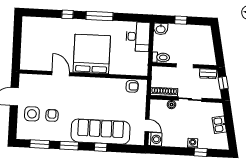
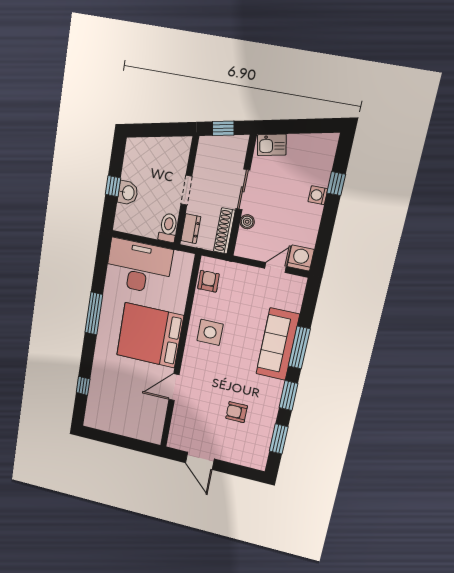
window: (68, 14) -> (83, 386), moved
washbasin: (161, 29) -> (128, 193), moved
desk: (138, 37) -> (139, 267), width x1.36, depth x1.30
dresser: (208, 74) -> (191, 229), moved
side table: (32, 114) -> (210, 332), moved
kitchen sink: (219, 125) -> (272, 145), moved
sofa: (100, 132) -> (278, 344), width x0.74, depth x0.79
window: (101, 147) -> (299, 348), width x2.17

